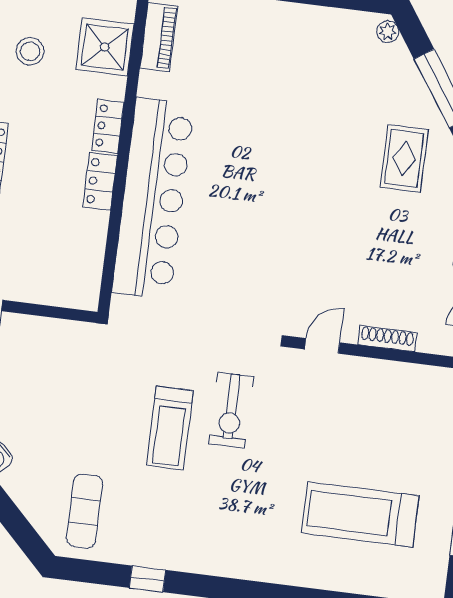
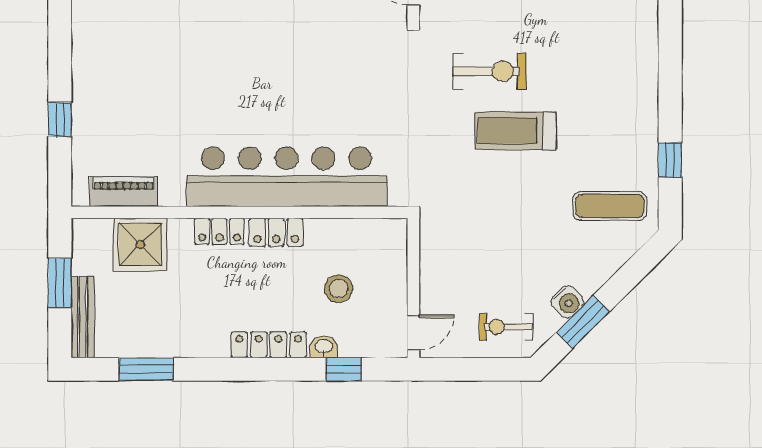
stool: (30, 51) -> (339, 289), moved
treadmill: (170, 428) -> (515, 131), turned 180
window: (147, 579) -> (670, 160), moved

